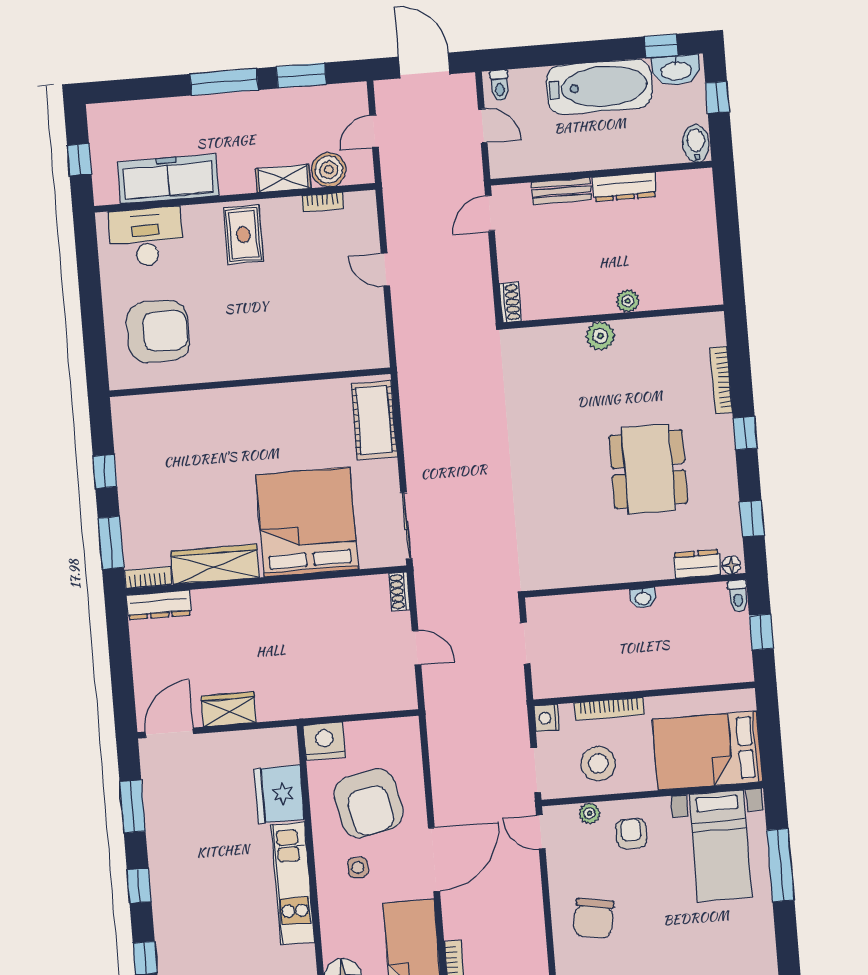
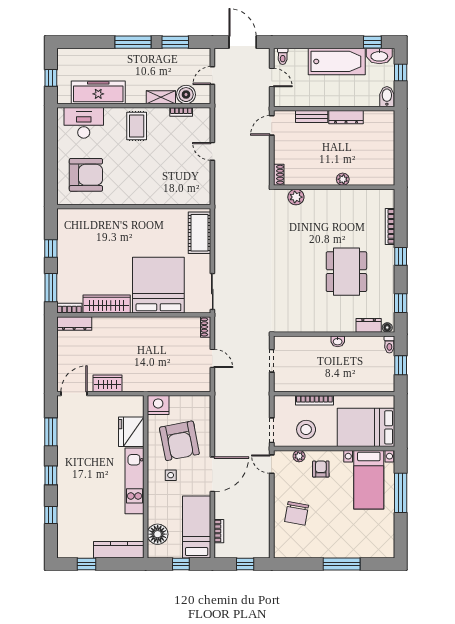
plant: (600, 336) -> (296, 197), moved
nightstand: (547, 718) -> (280, 402), removed

